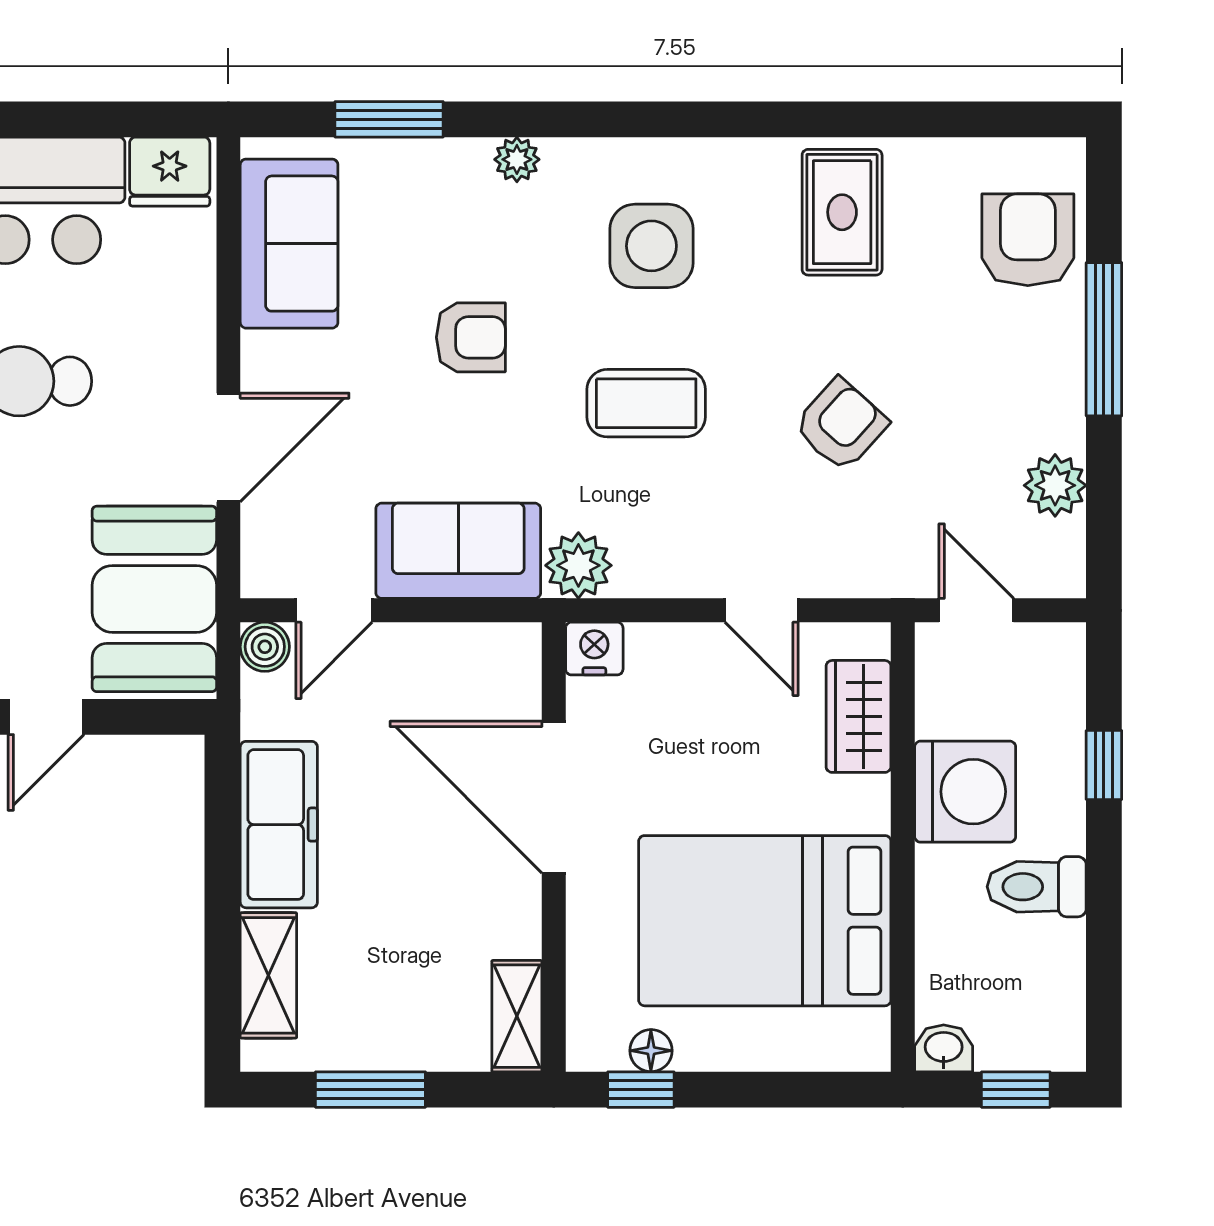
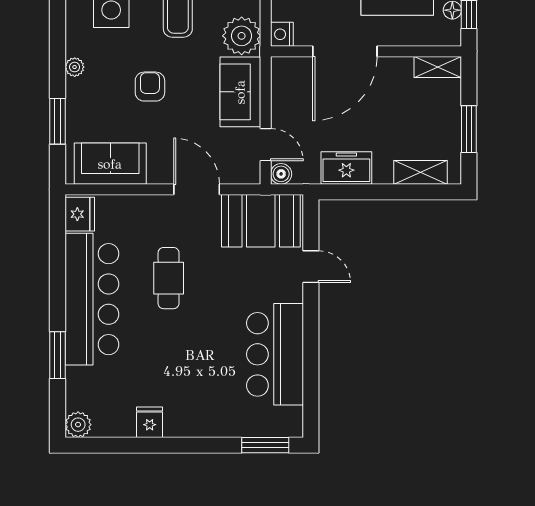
plant: (578, 565) -> (242, 36), width x1.36, depth x1.36
freezer: (279, 825) -> (346, 168), width x0.71

